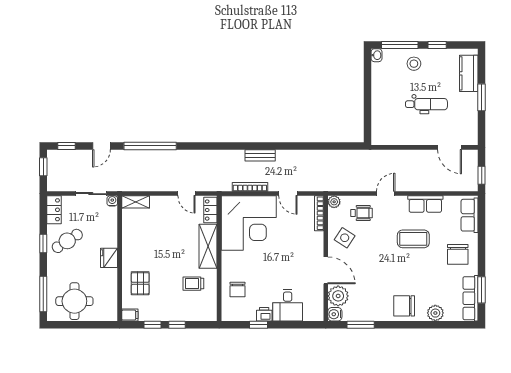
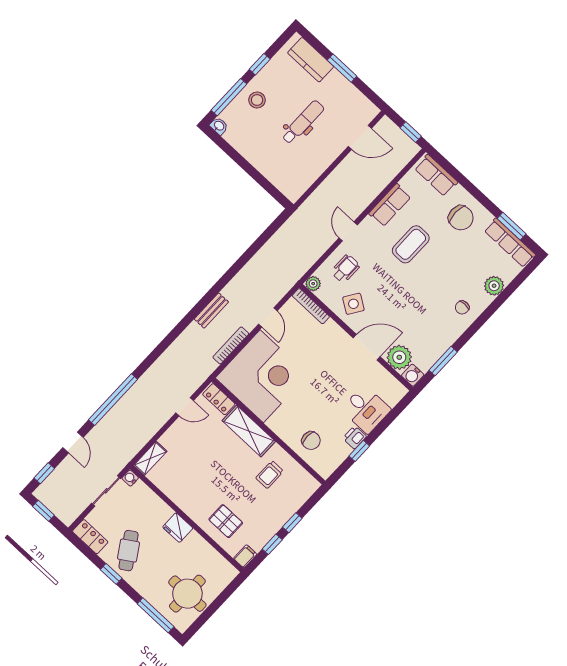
door: (288, 194) -> (268, 317), hinge flipped
chair: (404, 306) -> (462, 307), width x0.54, depth x0.54

